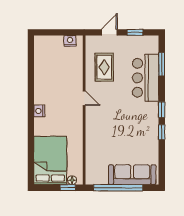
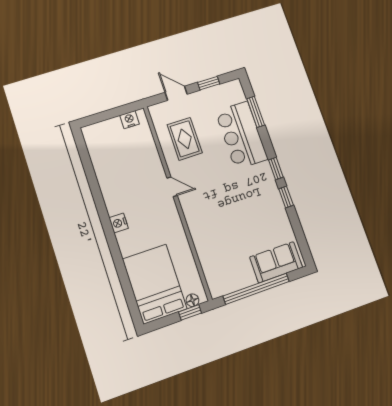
door: (109, 32) -> (176, 93), hinge flipped
sofa: (132, 175) -> (276, 262), width x0.73

